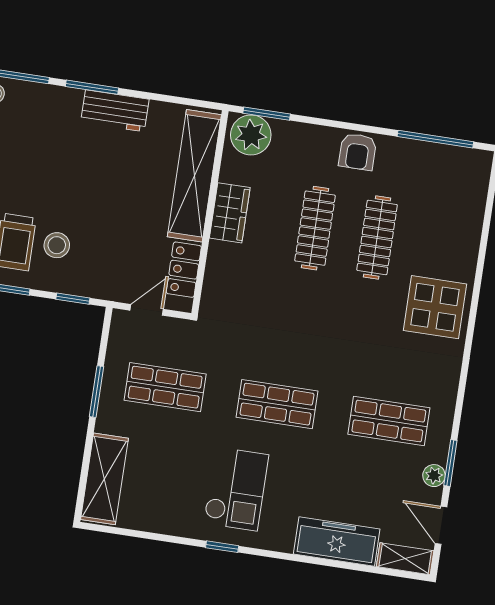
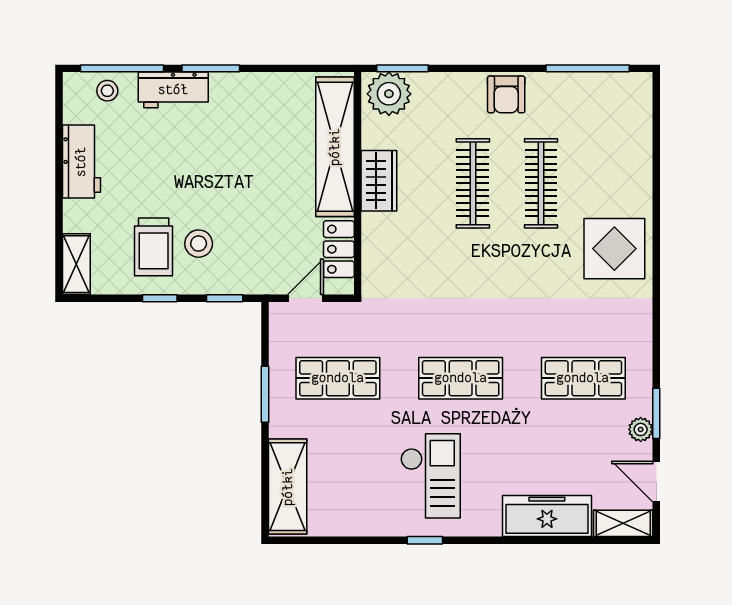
workbench: (115, 111) -> (173, 90), moved

